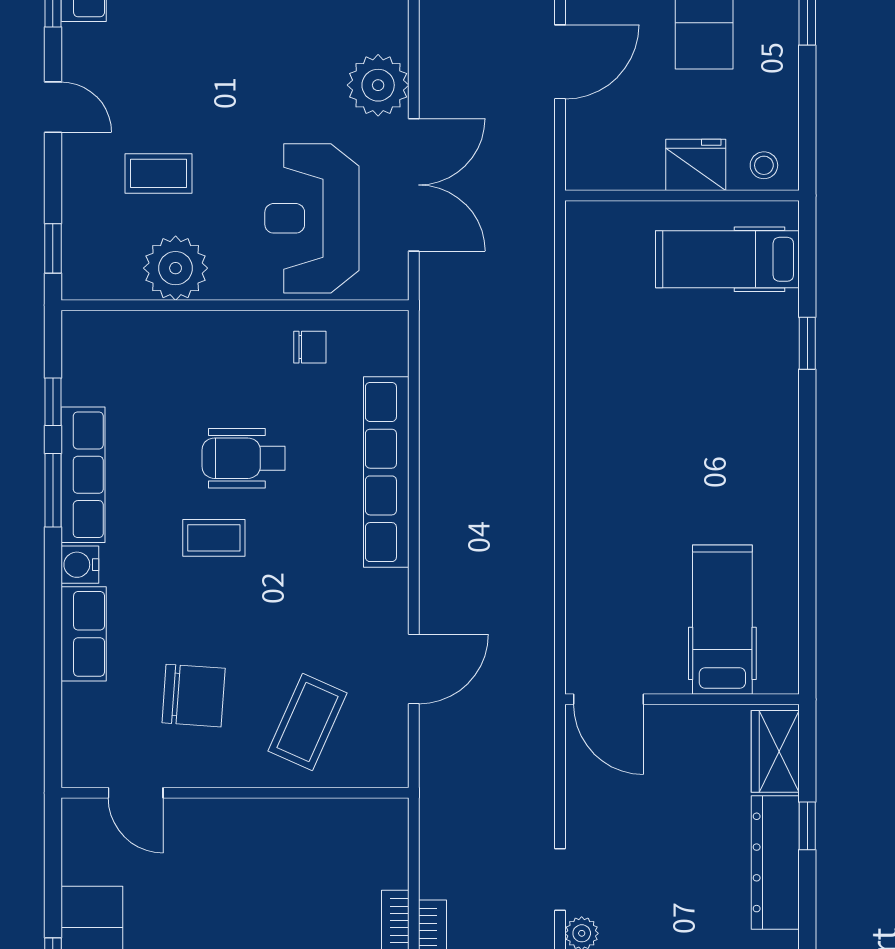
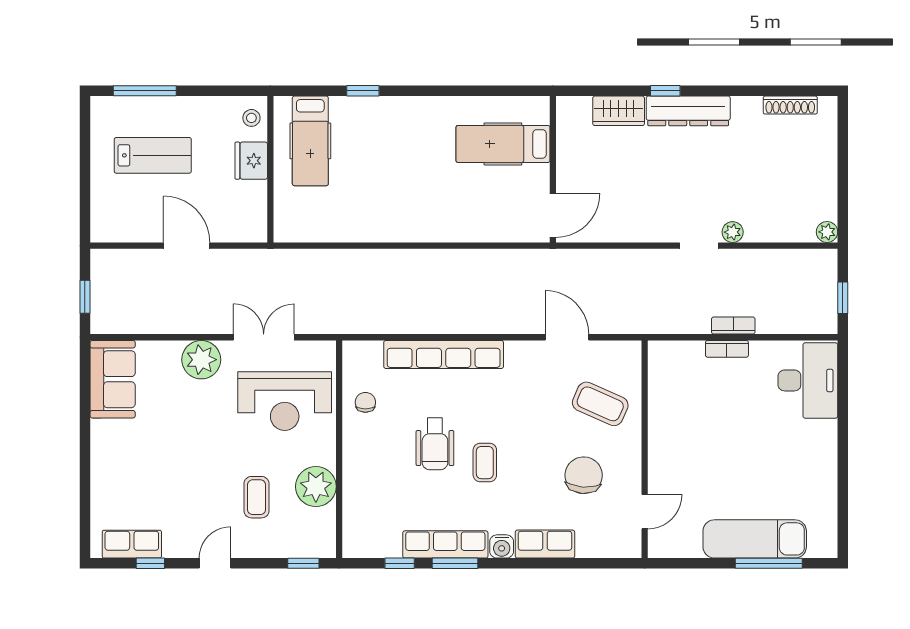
double door: (414, 185) -> (264, 337), width x0.73
hospital bed: (722, 620) -> (503, 144), moved
door: (608, 699) -> (553, 215), moved
wall: (682, 699) -> (553, 169), moved

